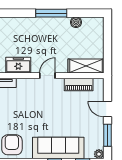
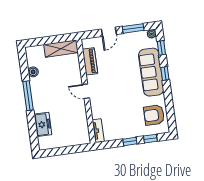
freezer: (18, 65) -> (43, 124), moved, turned 180
shelving: (86, 66) -> (61, 49), moved, turned 90

